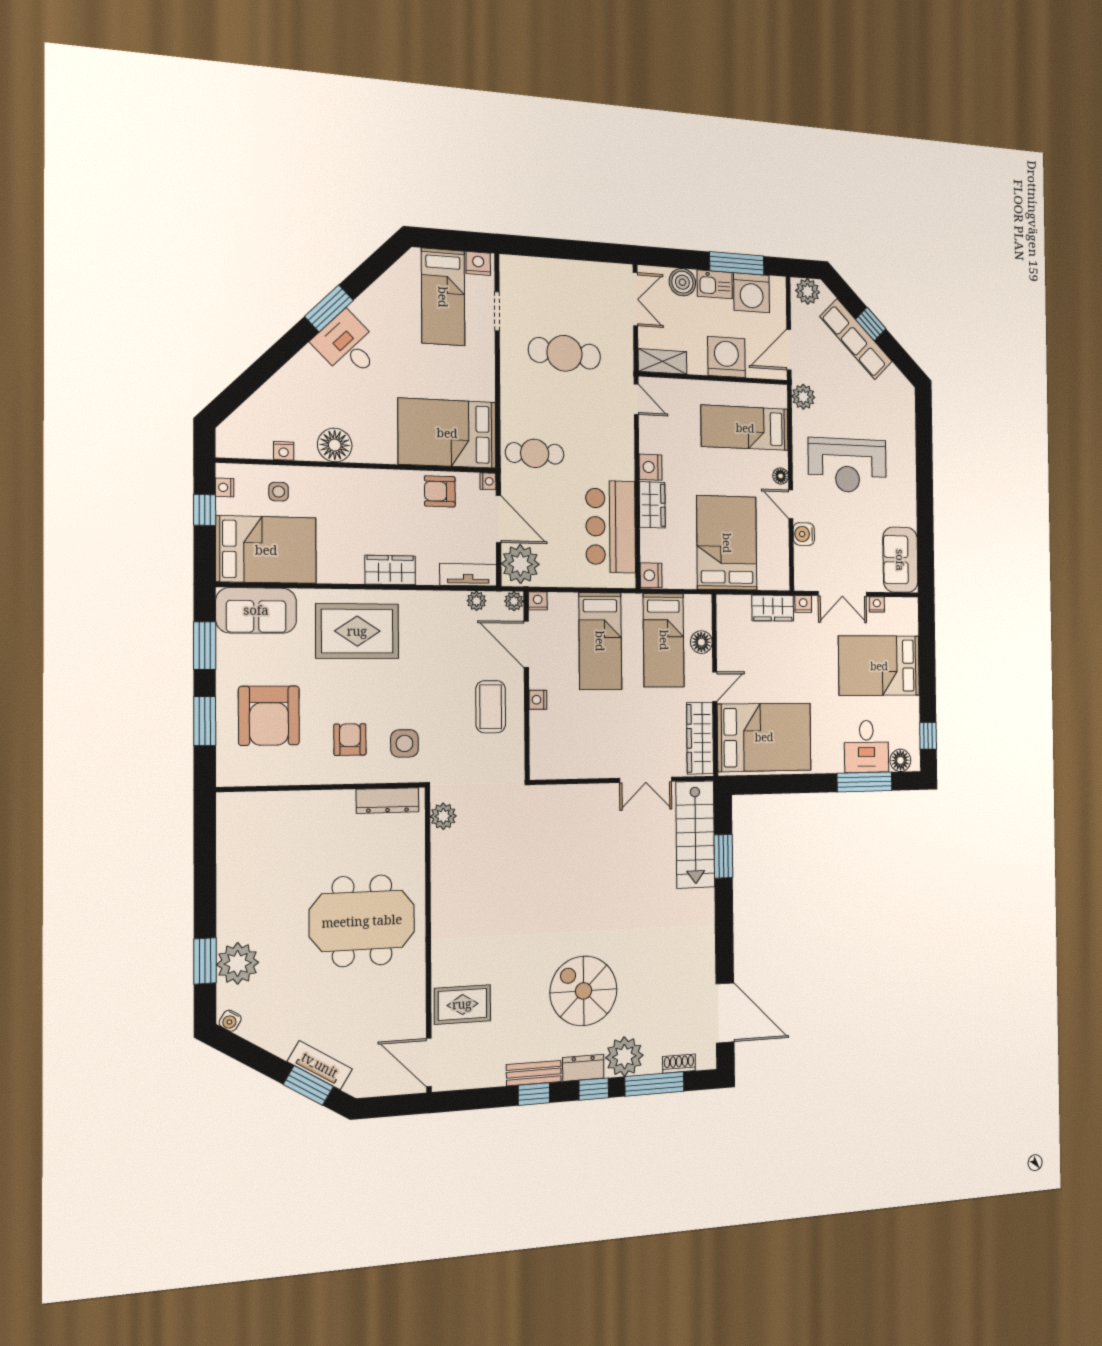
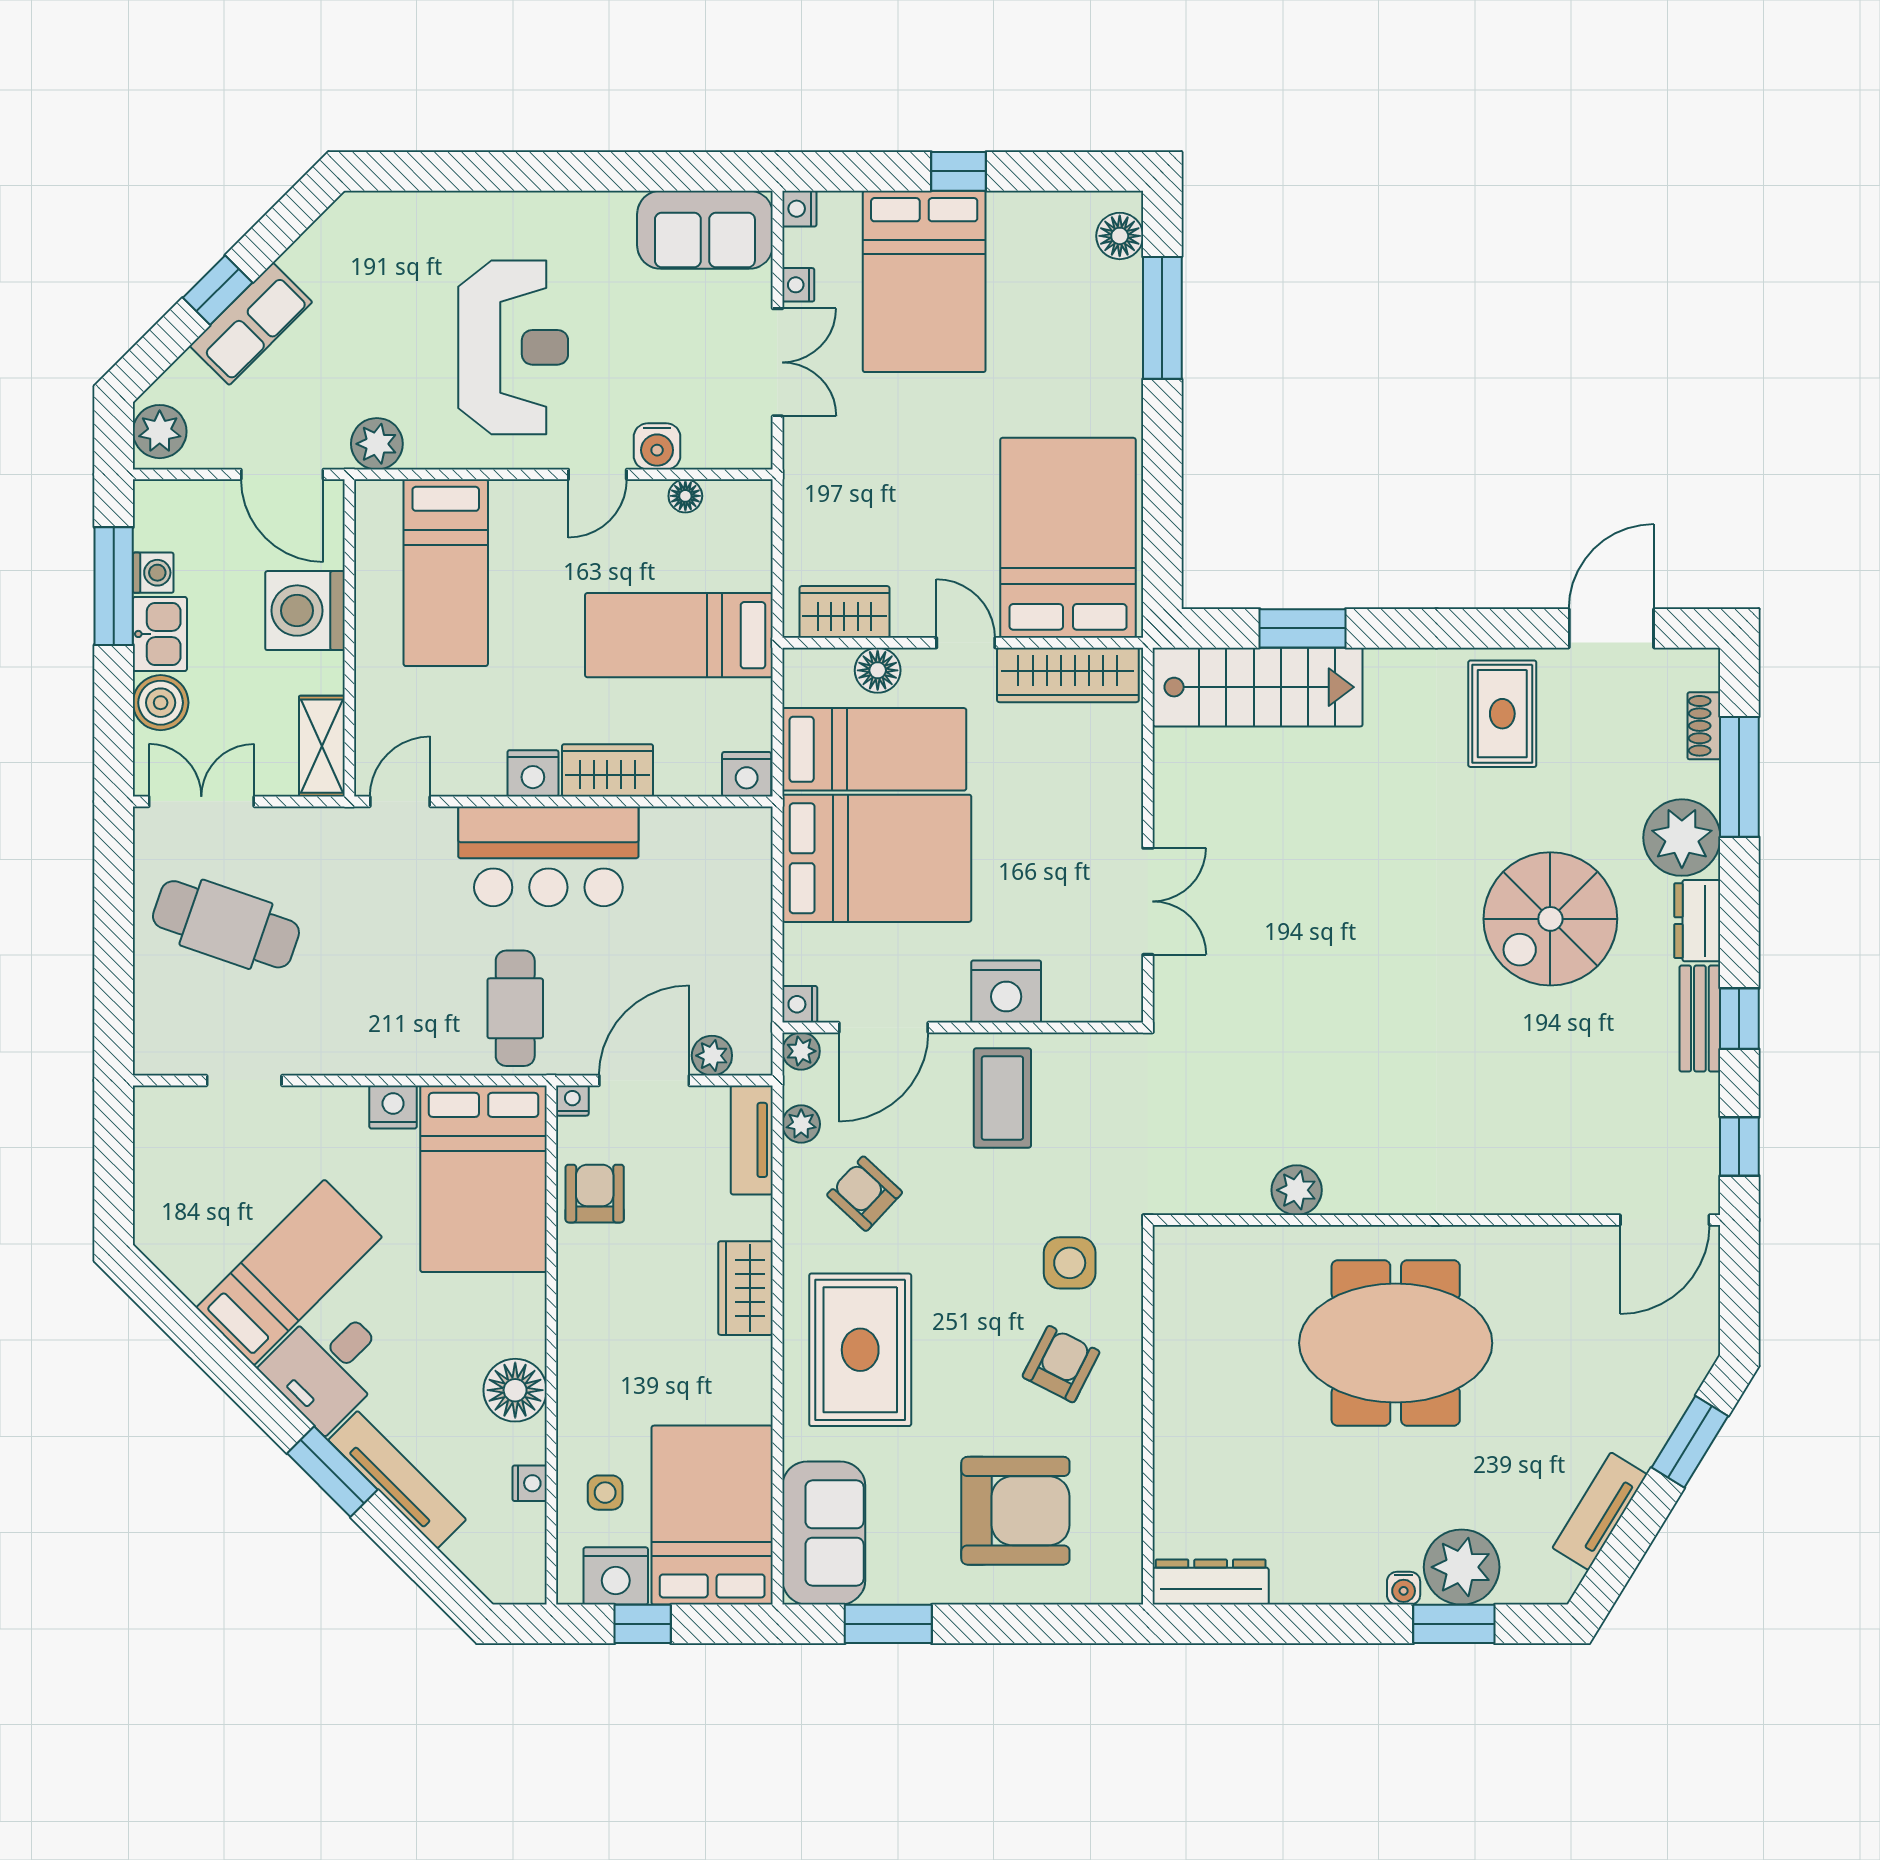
nightstand: (478, 263) -> (393, 1107), moved, turned 90
washing machine: (752, 293) -> (153, 573), width x0.53, depth x0.53
bed: (443, 297) -> (289, 1272), moved, turned -45
window: (329, 308) -> (332, 1472), moved
row of seats: (856, 339) -> (251, 324), width x0.68
cafe table: (564, 353) -> (226, 924), moved, turned -75
tv unit: (285, 379) -> (397, 1480), added
floor lamp: (781, 476) -> (685, 496), moved
nightstand: (225, 487) -> (616, 1576), width x1.89, depth x1.79
armchair: (440, 491) -> (595, 1194), turned 180
bar counter: (611, 527) -> (548, 856), moved
bed: (727, 543) -> (679, 635), width x0.67
plant: (520, 564) -> (712, 1056), width x0.53, depth x0.53
nightstand: (803, 604) -> (799, 209), moved
wardrobe: (773, 608) -> (844, 612), moved, turned -90
armchair: (440, 634) -> (865, 1194), added
bed: (600, 641) -> (877, 858), width x1.50
nightstand: (538, 700) -> (1006, 992), width x1.89, depth x1.79
coffee table: (491, 707) -> (1002, 1098), turned 90
window: (205, 721) -> (1024, 1624), removed
window: (928, 736) -> (959, 171), moved
armchair: (350, 740) -> (1061, 1364), turned 117
desk: (866, 746) -> (1090, 313), removed
double door: (646, 780) -> (1148, 901), moved
dresser: (388, 801) -> (1211, 1582), moved, turned -90
plant: (443, 816) -> (1297, 1190), moved
meeting table: (362, 921) -> (1396, 1343), turned 90
rug: (462, 1004) -> (1502, 714), moved
door: (725, 1013) -> (1611, 628), width x0.73
water cooler: (230, 1021) -> (1404, 1588), moved, turned 59
tv unit: (320, 1065) -> (1600, 1511), moved
window: (594, 1089) -> (1739, 1146), moved

